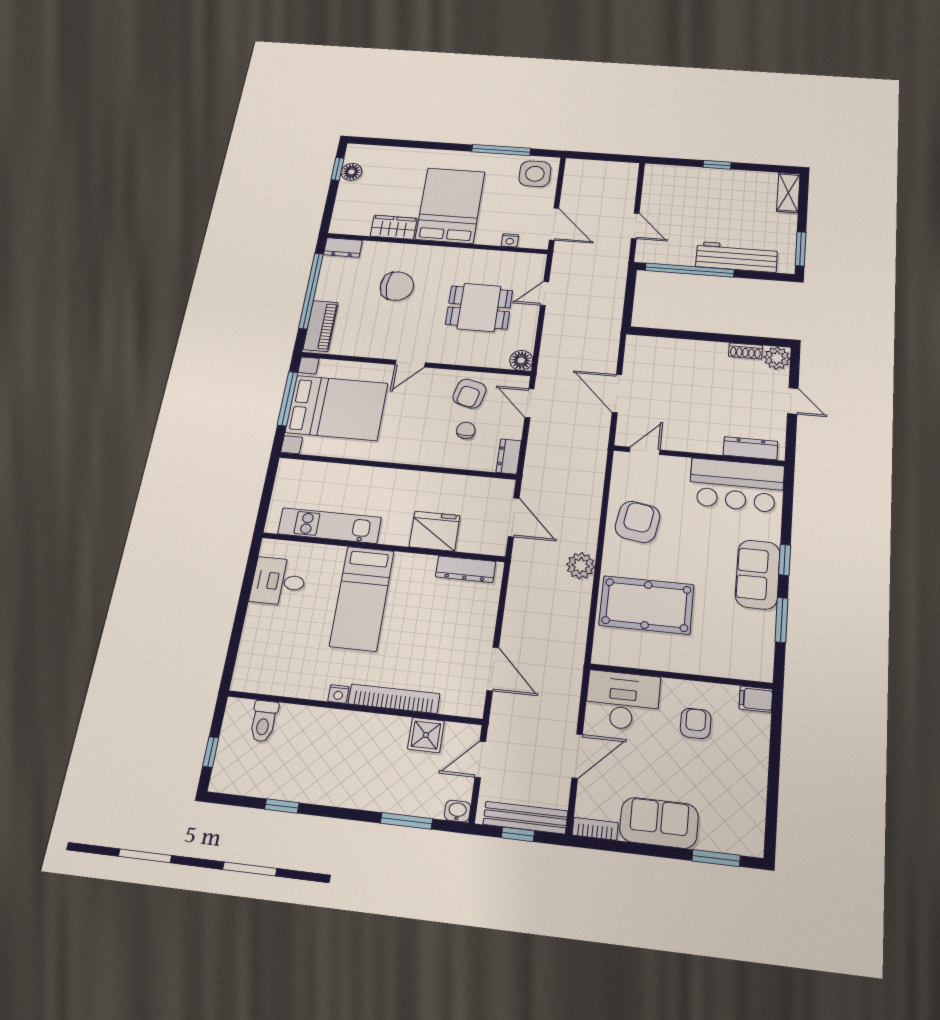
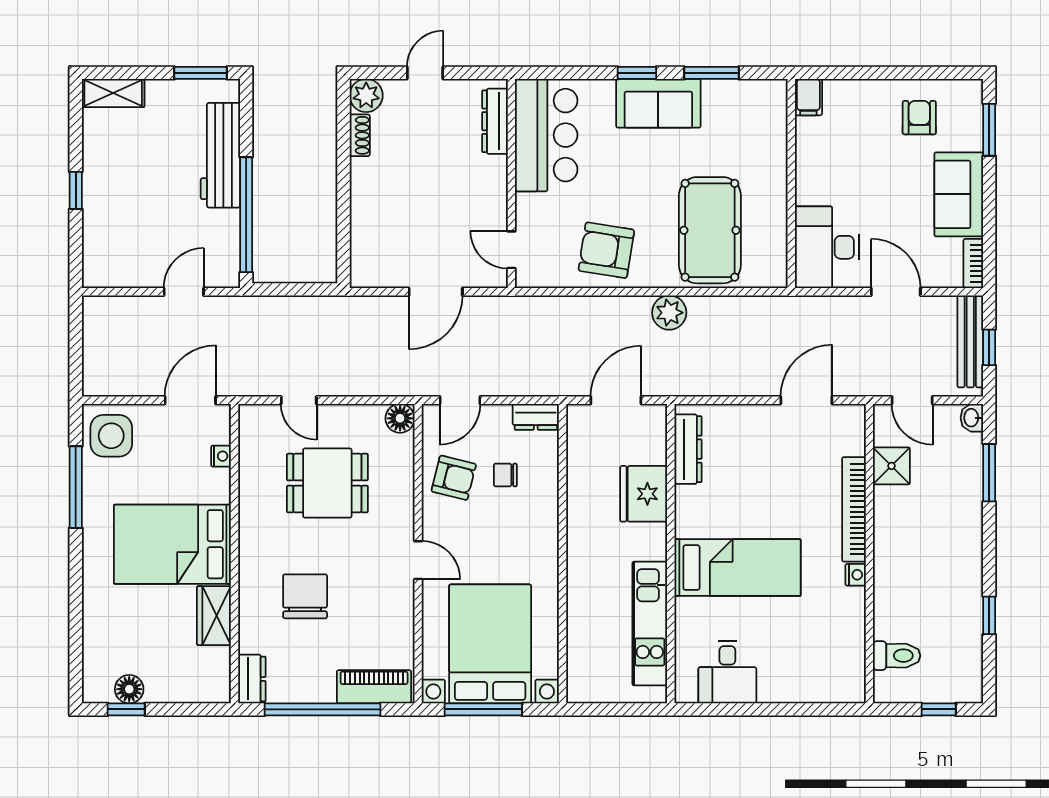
dining table: (479, 307) -> (327, 483), turned 90
armchair: (696, 723) -> (919, 118), moved, turned 90

